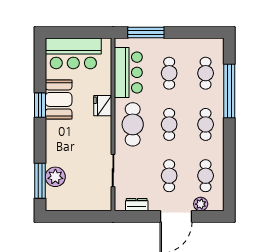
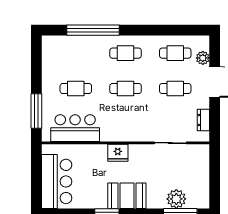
cafe table: (206, 73) -> (76, 53), removed
booth: (59, 99) -> (127, 196), moved
fridge: (103, 106) -> (118, 153), moved
cafe table: (133, 124) -> (126, 124), removed

